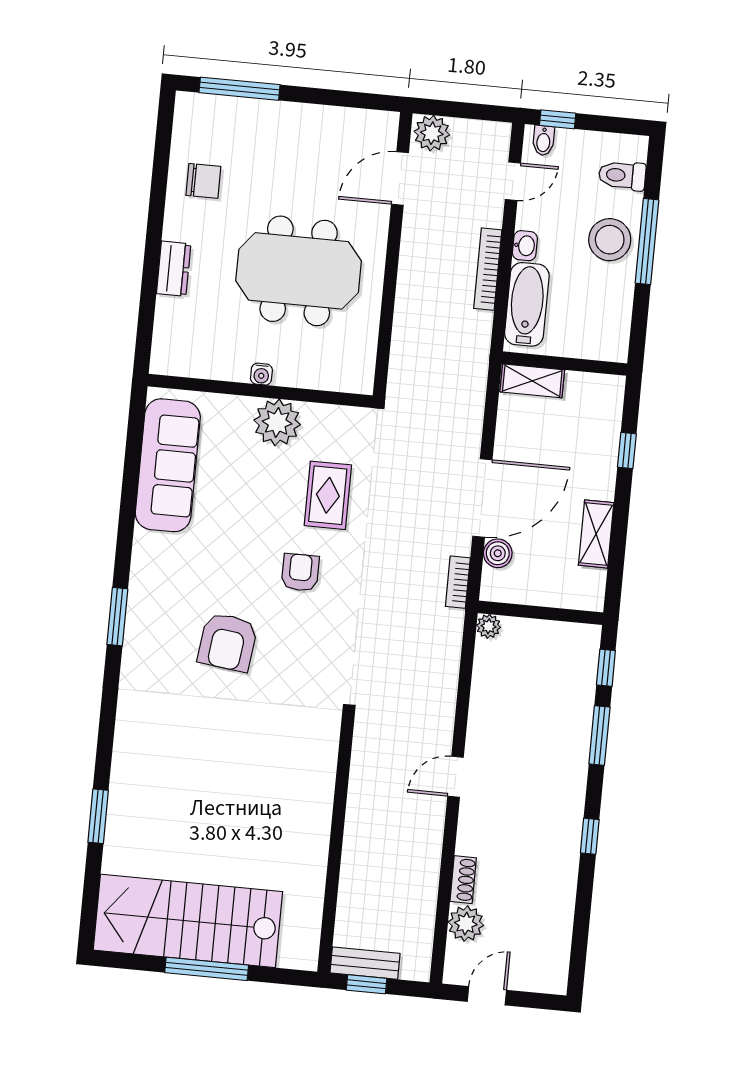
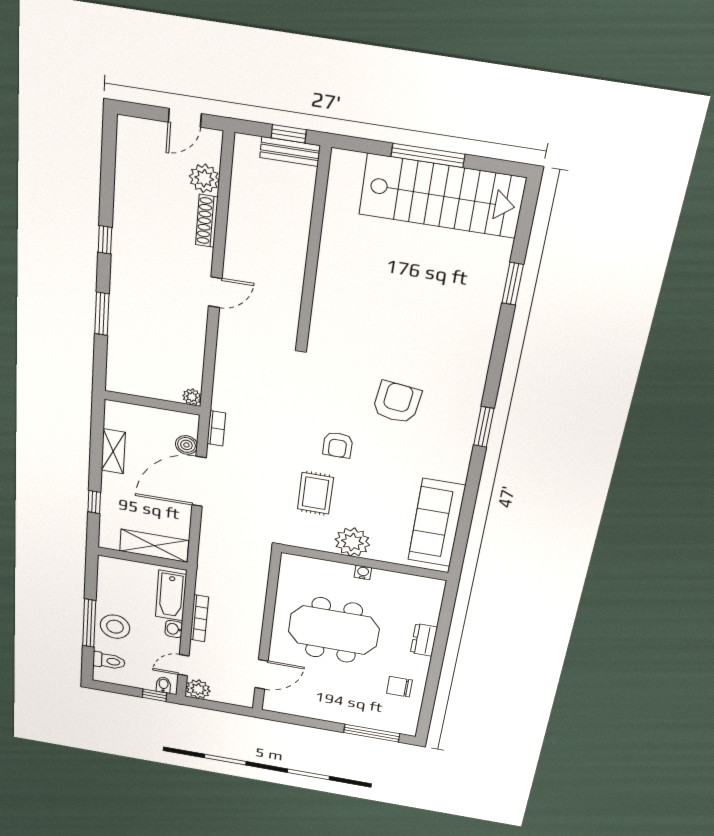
plant: (432, 133) -> (198, 689), moved
shelving: (532, 381) -> (154, 546), width x1.50, depth x1.33
window: (606, 668) -> (100, 361), removed
shoe rack: (463, 880) -> (207, 221), width x1.43

